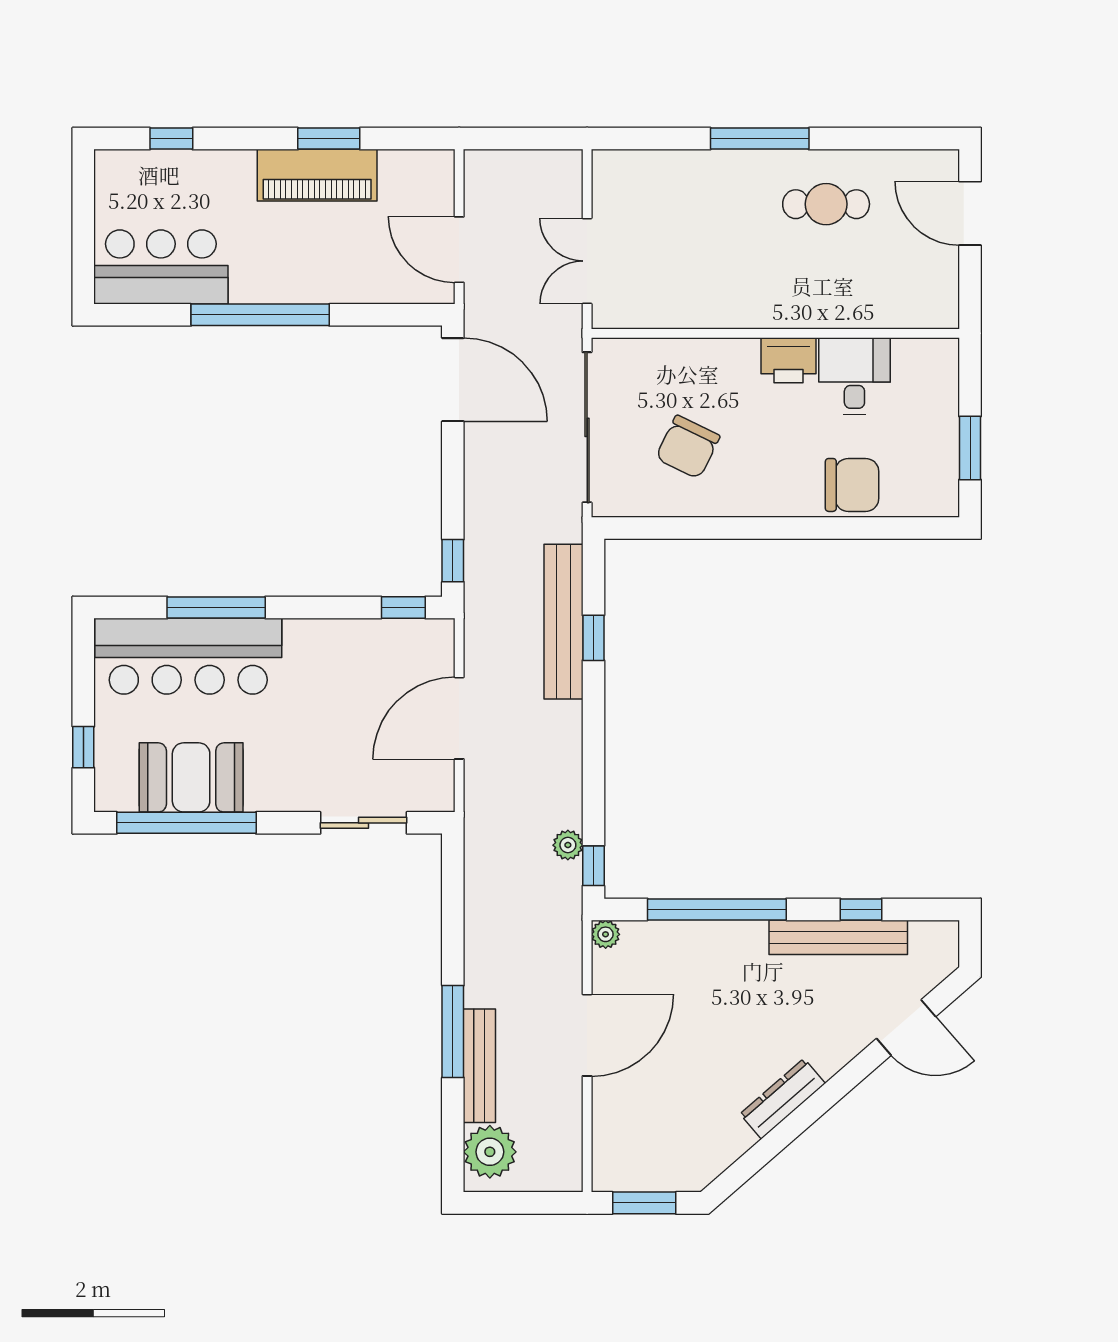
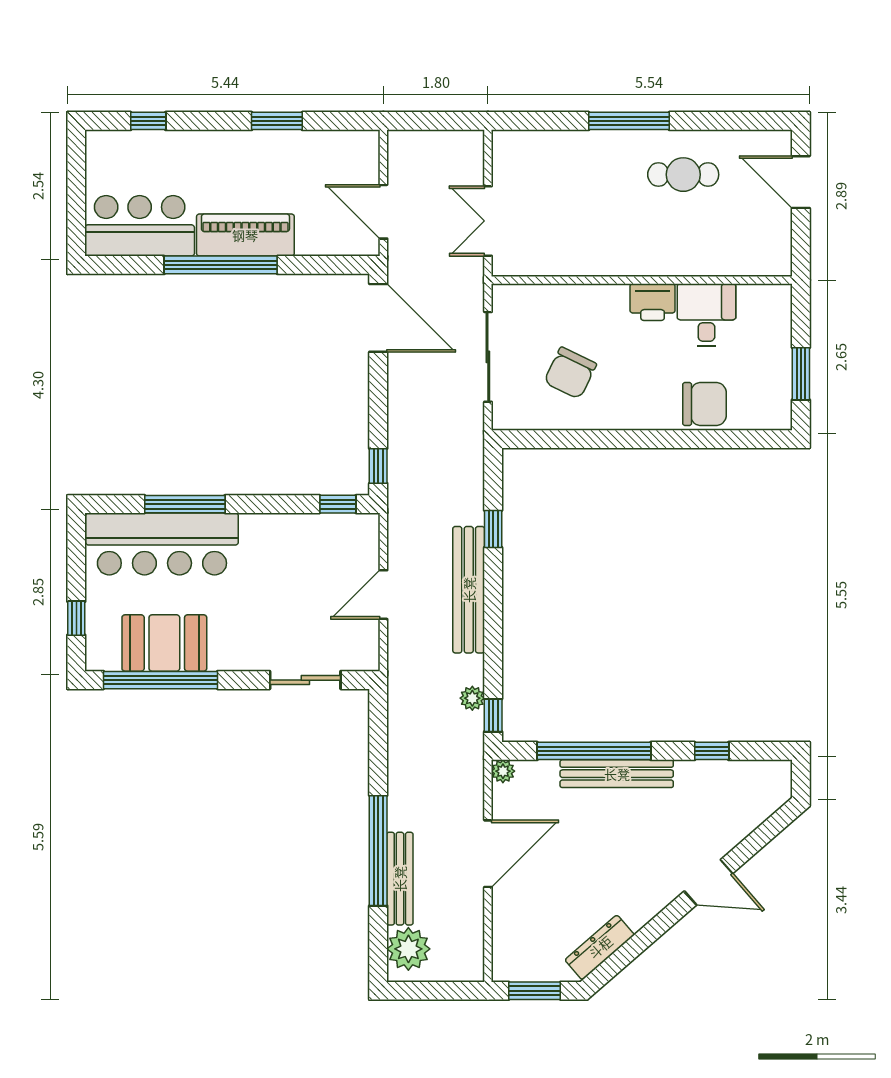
piano: (317, 175) -> (245, 235), moved, turned 180
sliding door: (587, 427) -> (488, 357), width x0.73
bench: (564, 622) -> (469, 590), moved
door: (459, 718) -> (383, 595), width x0.73
bench: (838, 937) -> (617, 774), moved
door: (906, 1027) -> (709, 882), moved
window: (453, 1031) -> (378, 851), width x1.46
dresser: (783, 1099) -> (600, 947), moved

